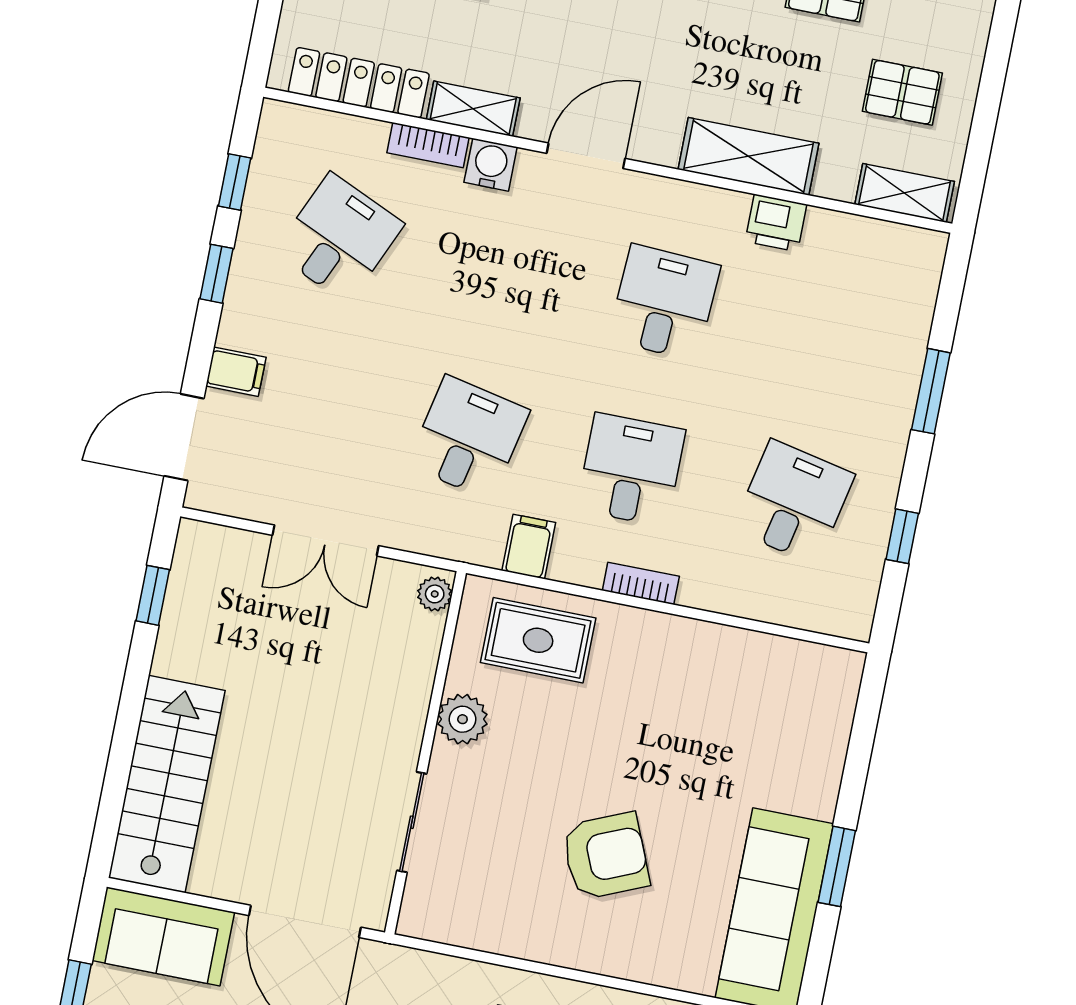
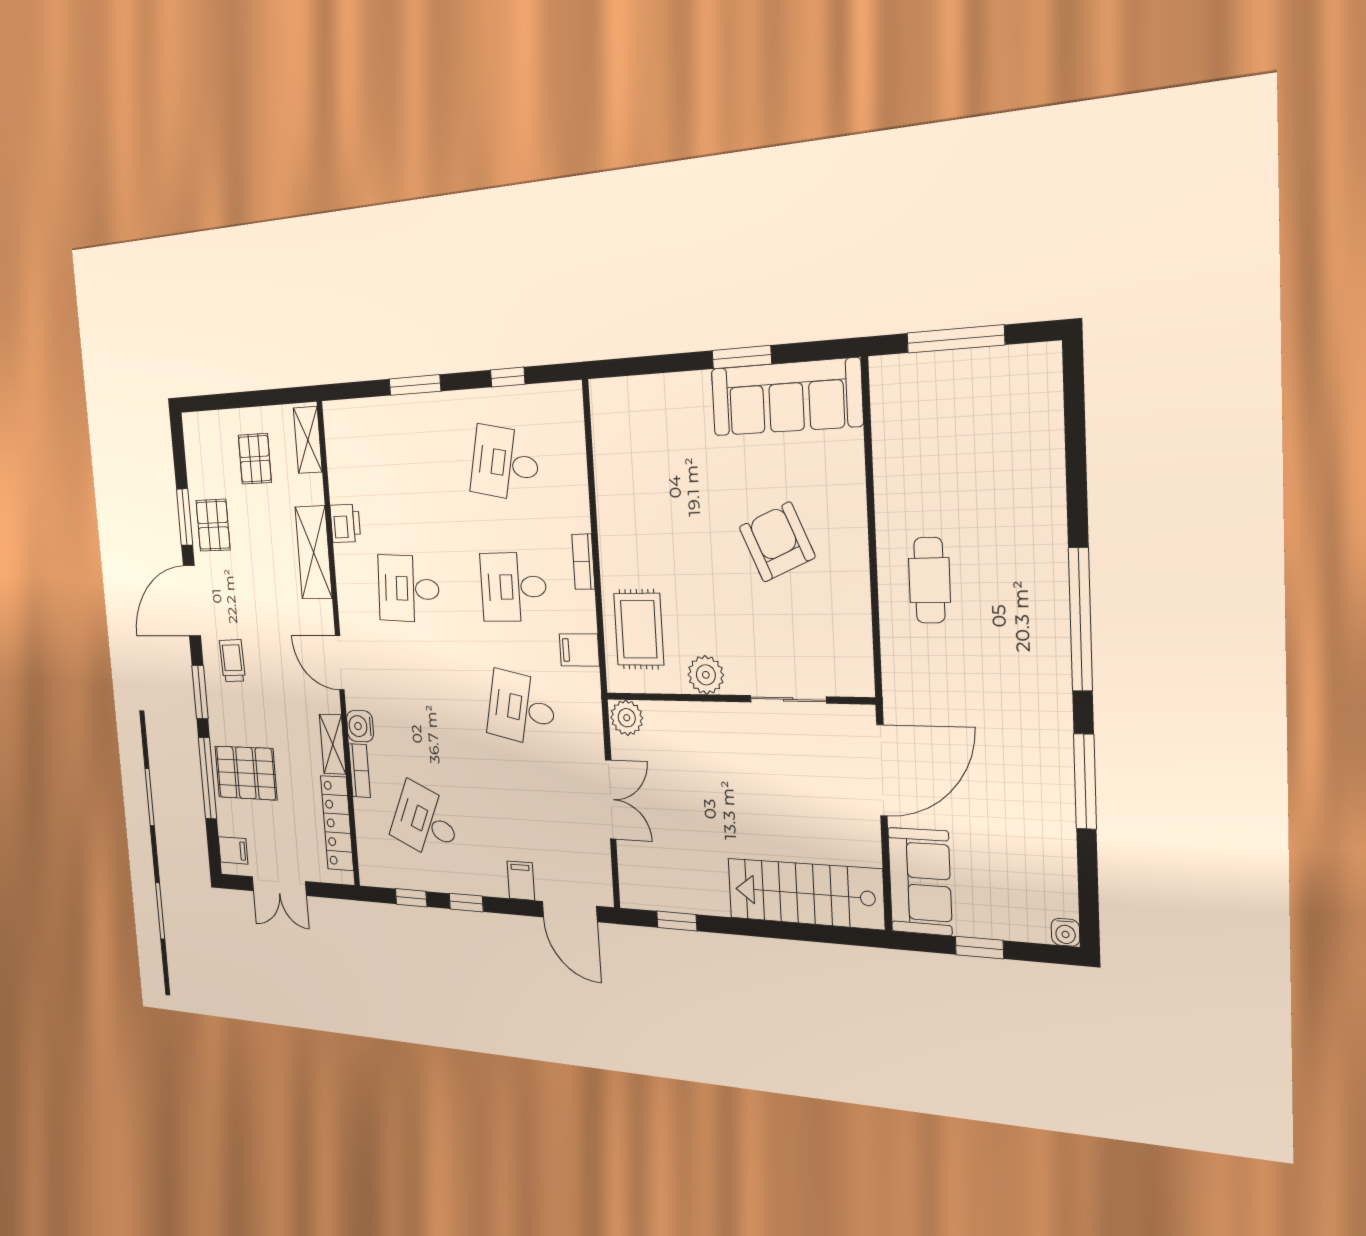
plant: (435, 594) -> (627, 718), width x1.38, depth x1.38

